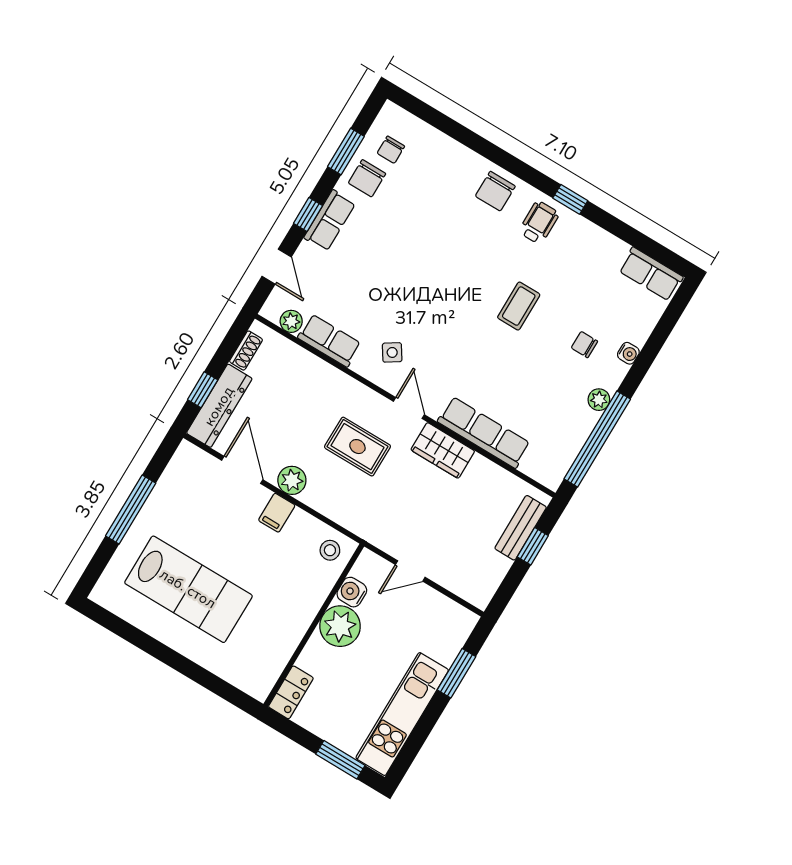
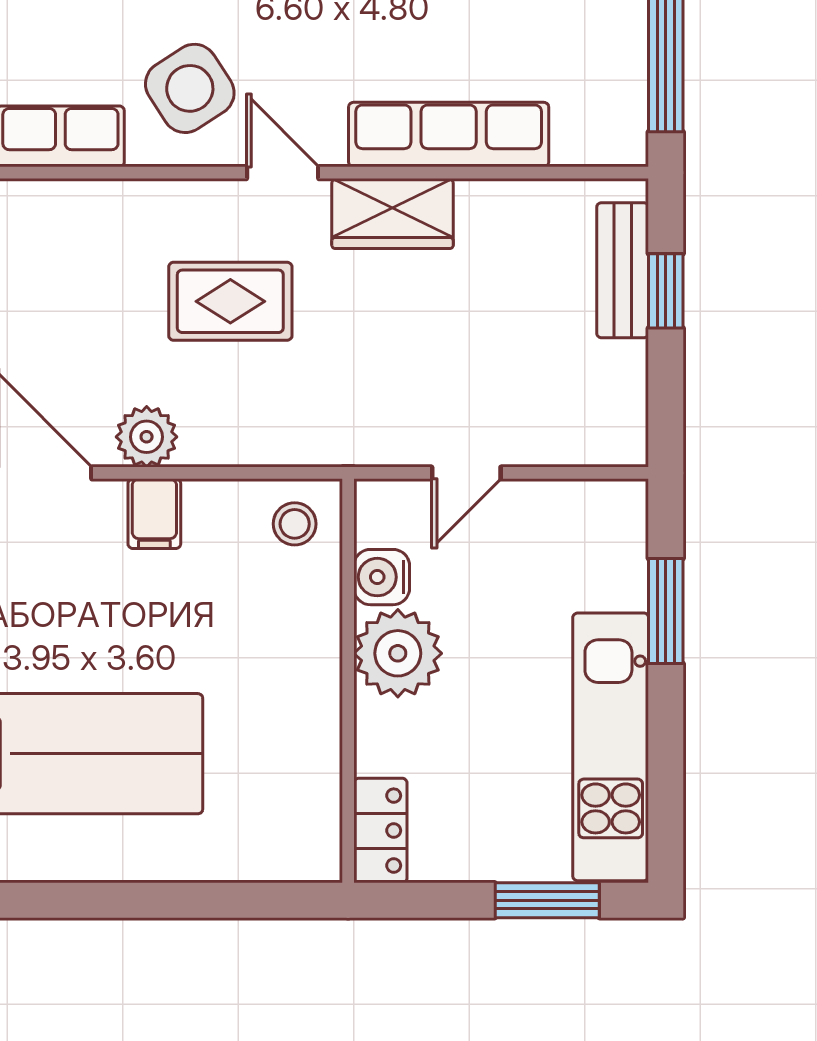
side table: (392, 352) -> (190, 88), width x1.87, depth x1.87

